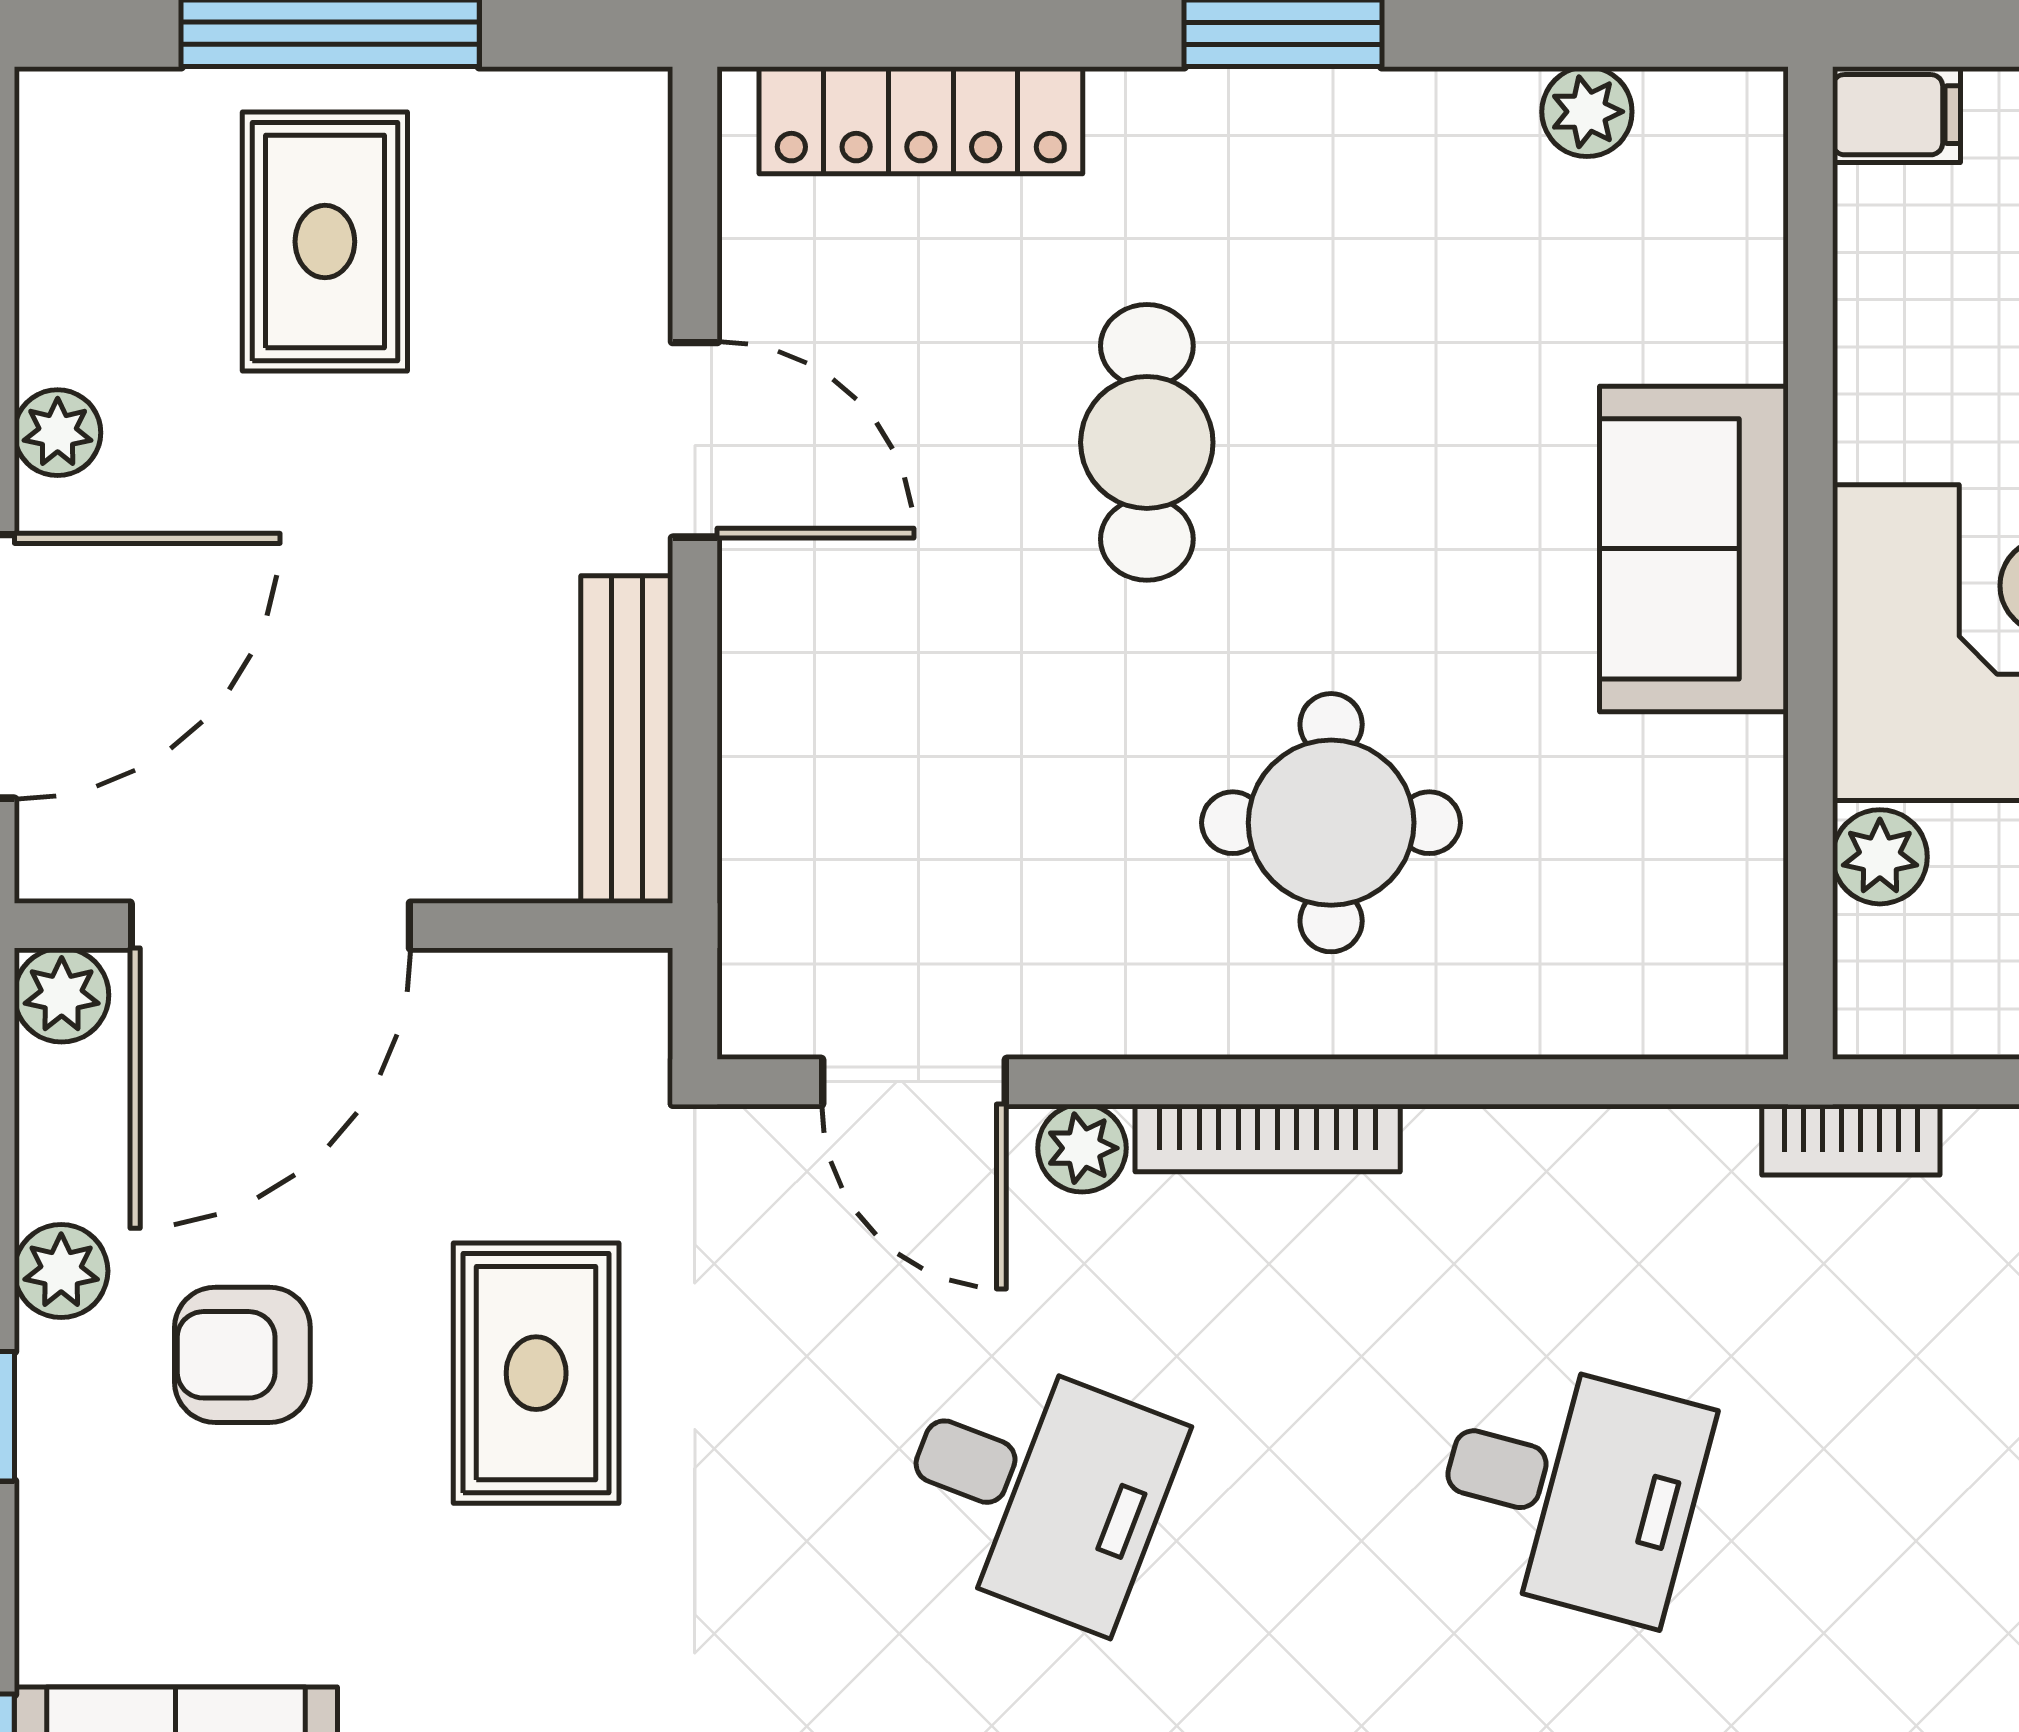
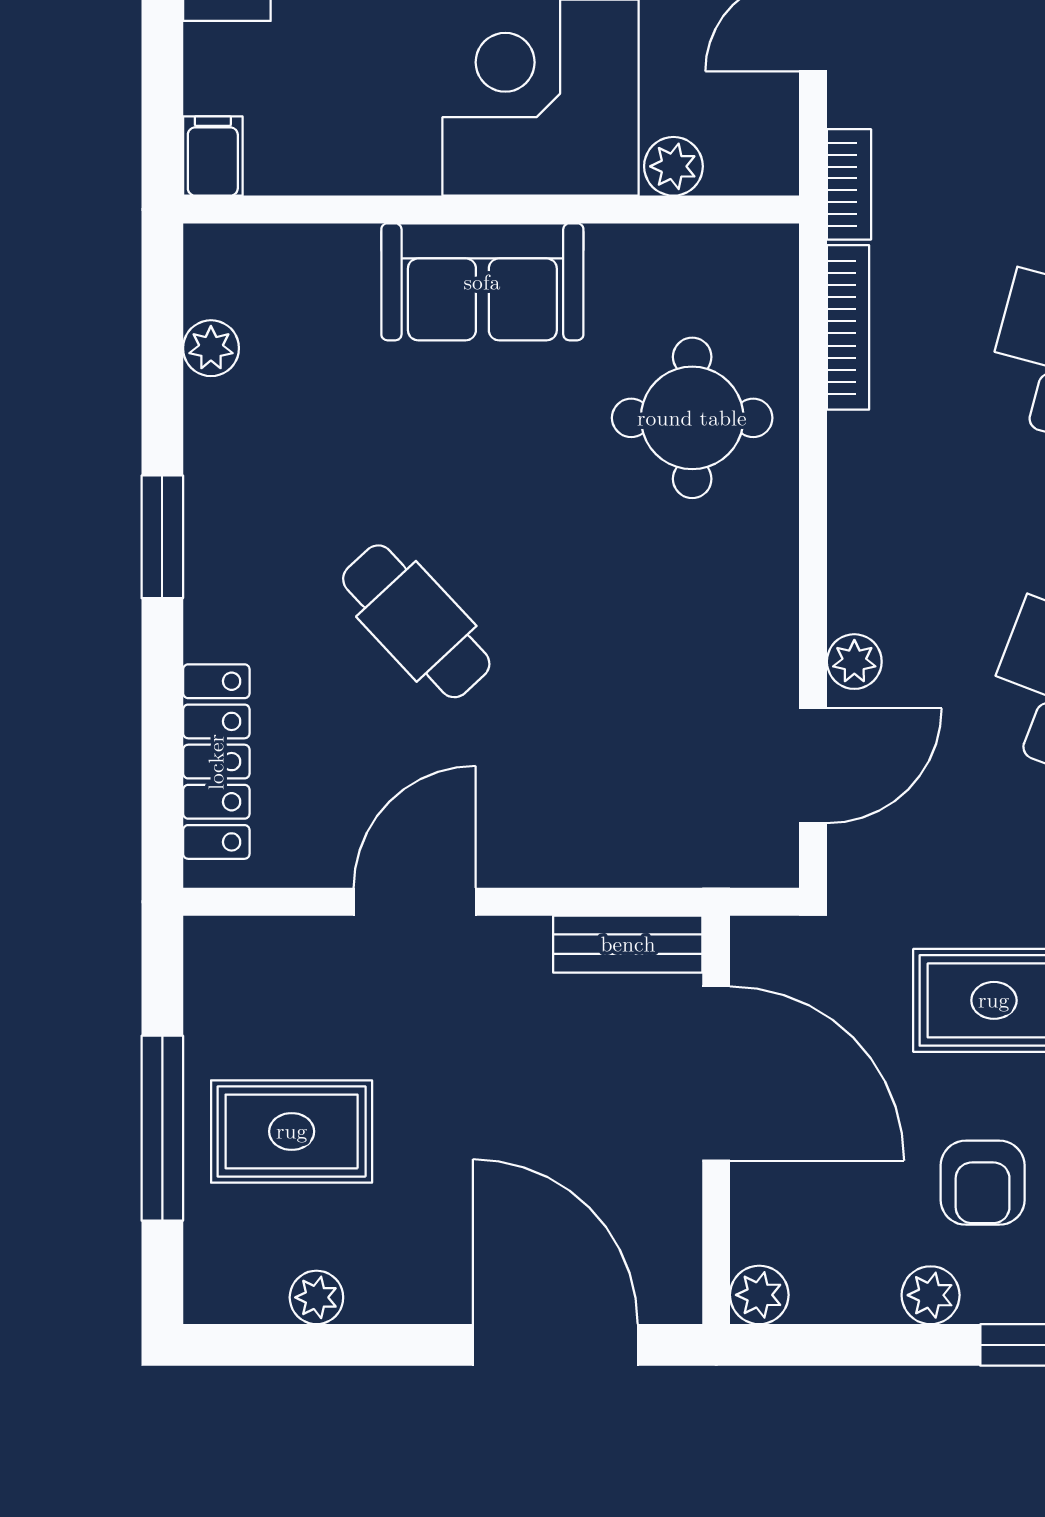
plant: (58, 433) -> (316, 1297), moved
cafe table: (1147, 442) -> (416, 621), turned 47
bench: (627, 739) -> (628, 944), width x0.73
round table: (1331, 823) -> (692, 418), moved
door: (270, 926) -> (716, 1074), moved
bookcase: (1268, 1138) -> (848, 327), moved

